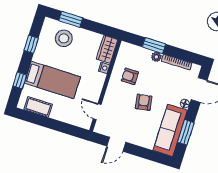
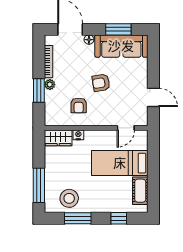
window: (71, 19) -> (39, 185), width x1.44
stool: (64, 38) -> (69, 198), moved
window: (31, 44) -> (78, 218), width x1.50
bed: (52, 80) -> (120, 163), moved, turned -90

